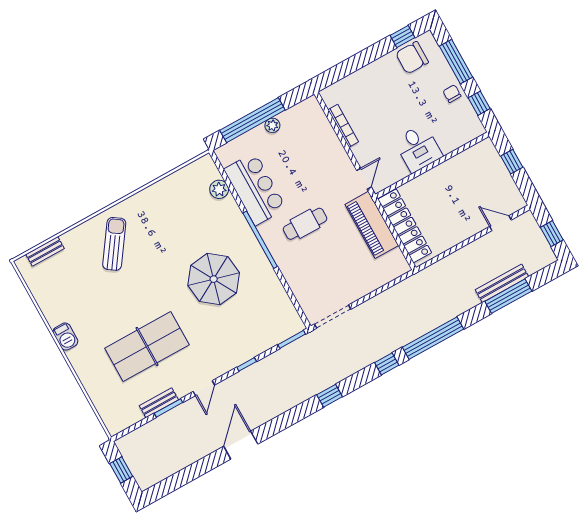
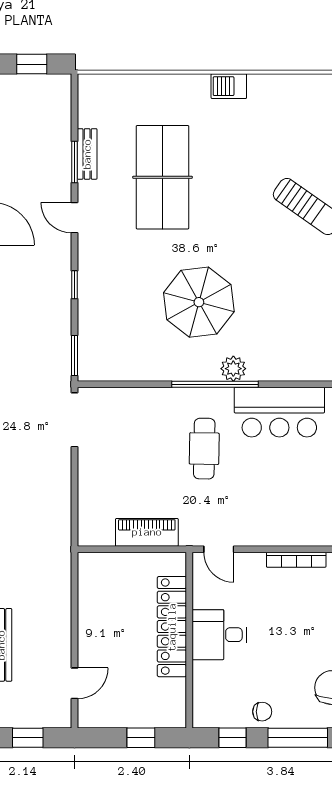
plant: (219, 189) -> (233, 369), moved
piano: (372, 225) -> (147, 532), width x0.73, depth x0.75
locker: (405, 226) -> (172, 627), moved, turned 90

